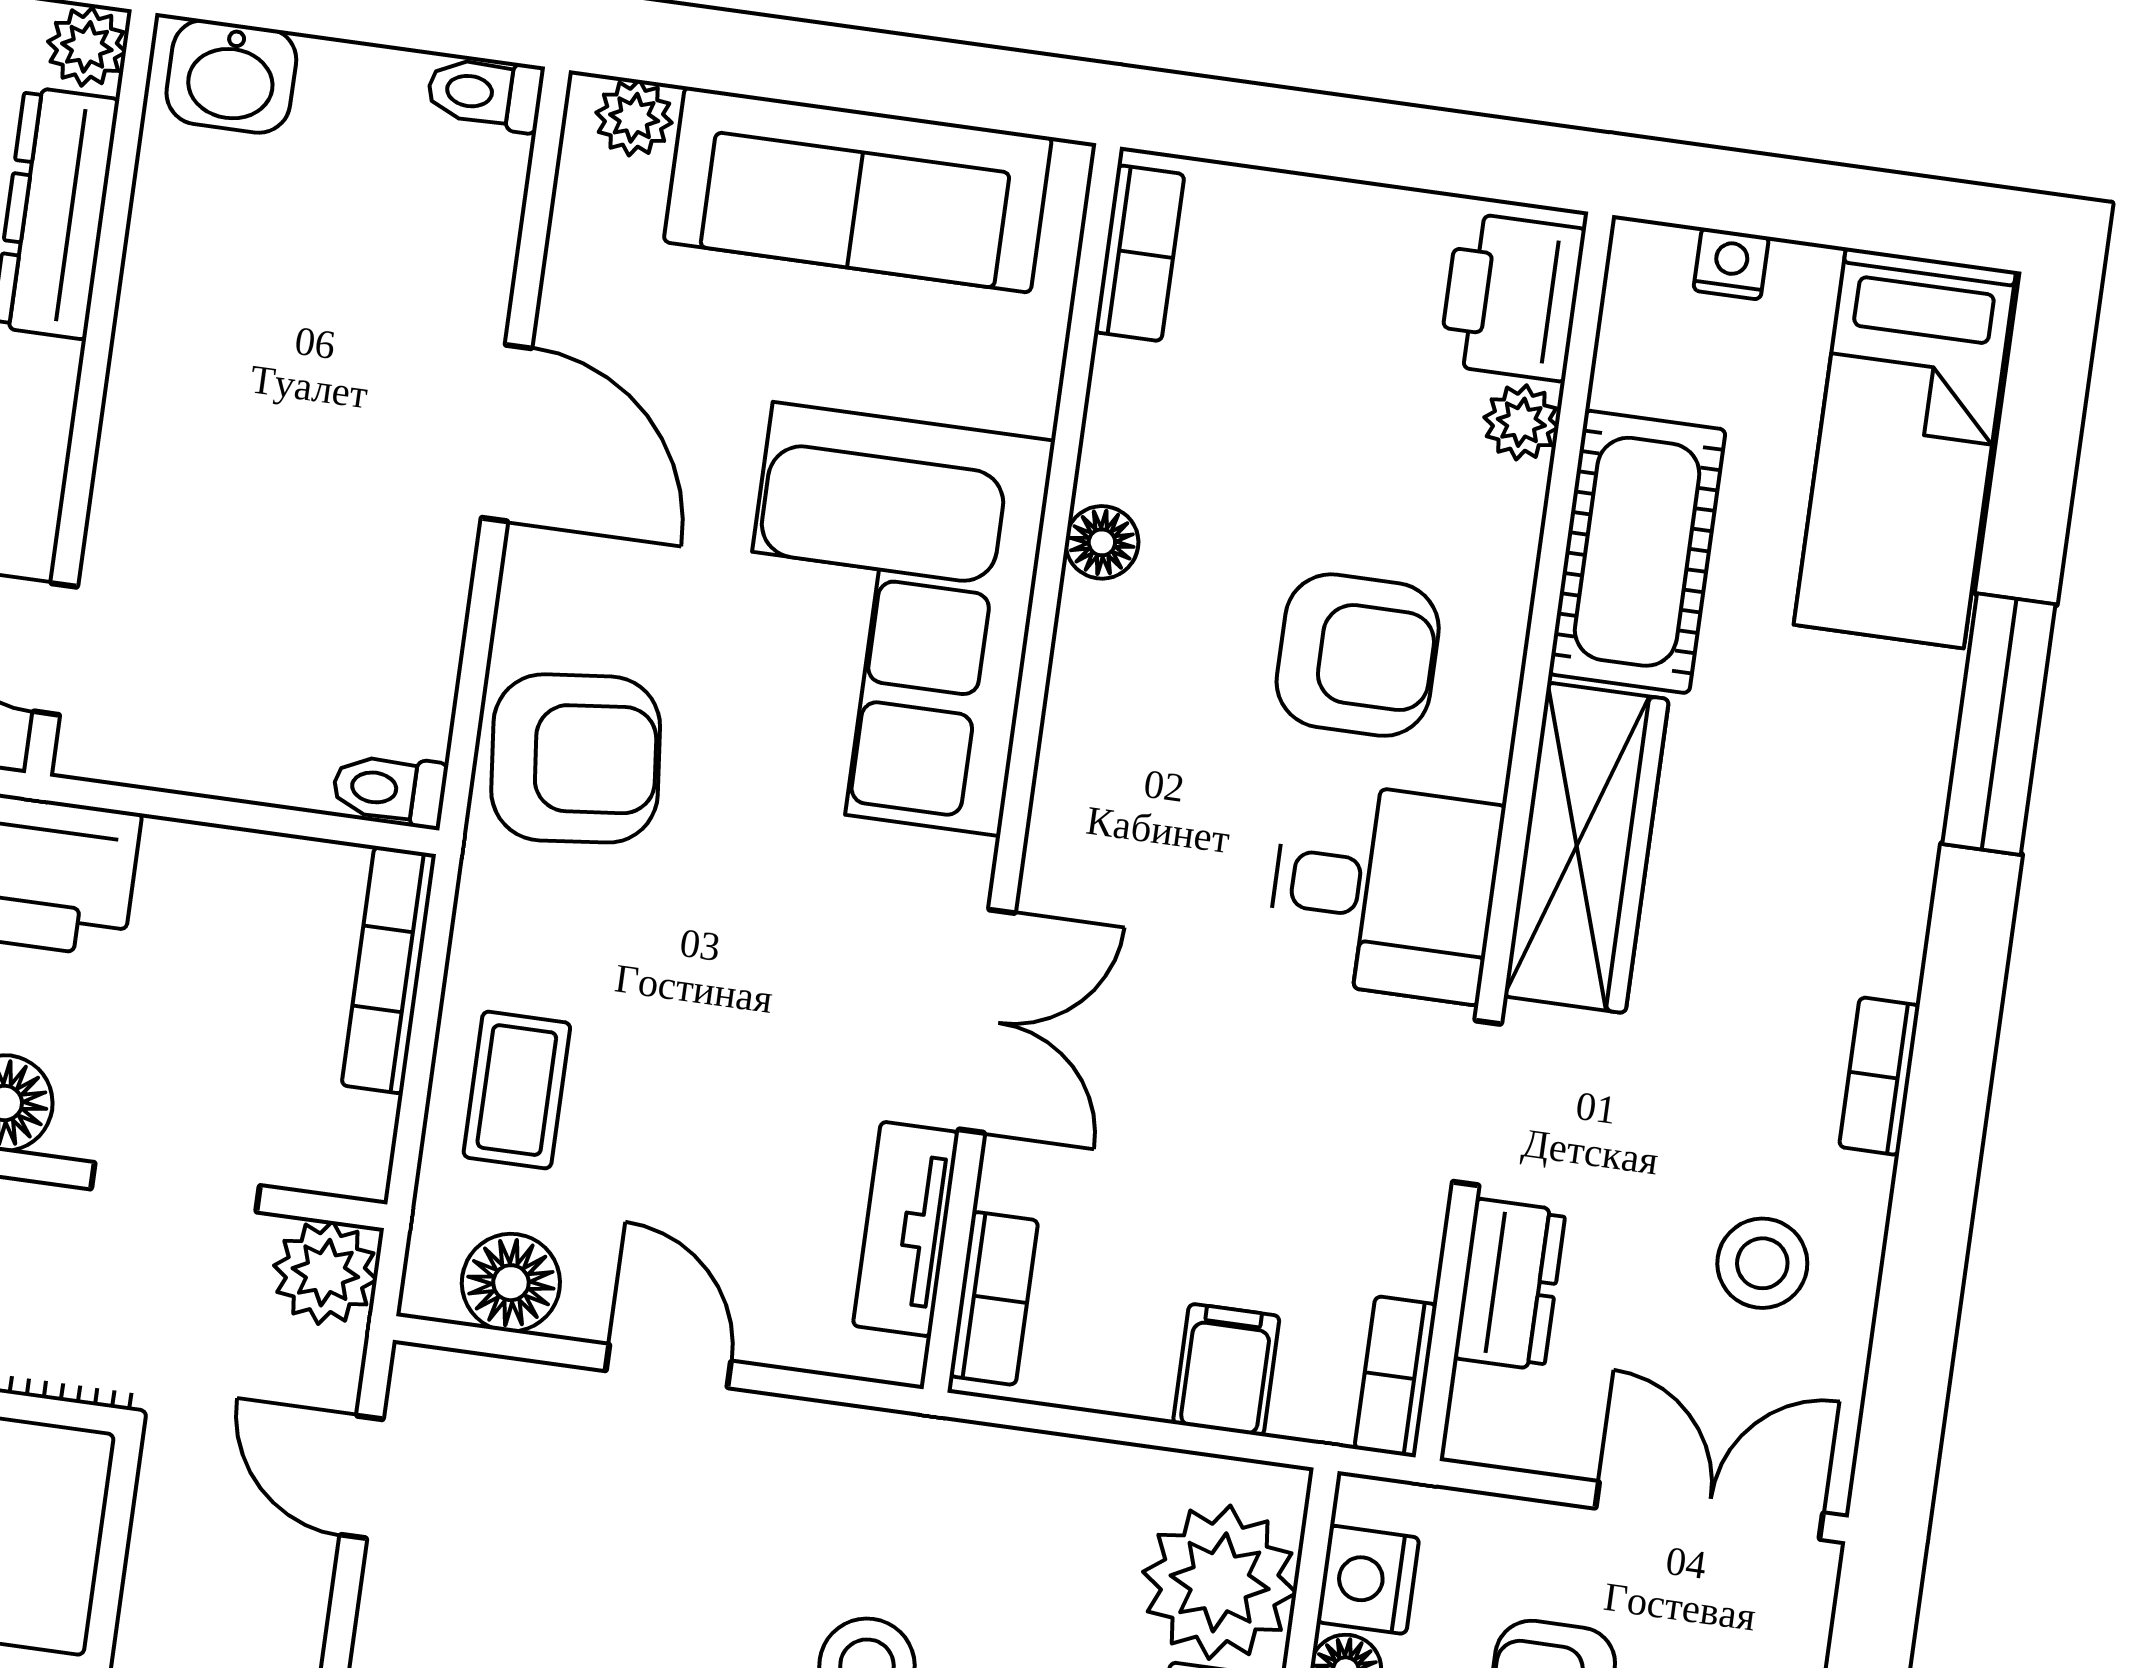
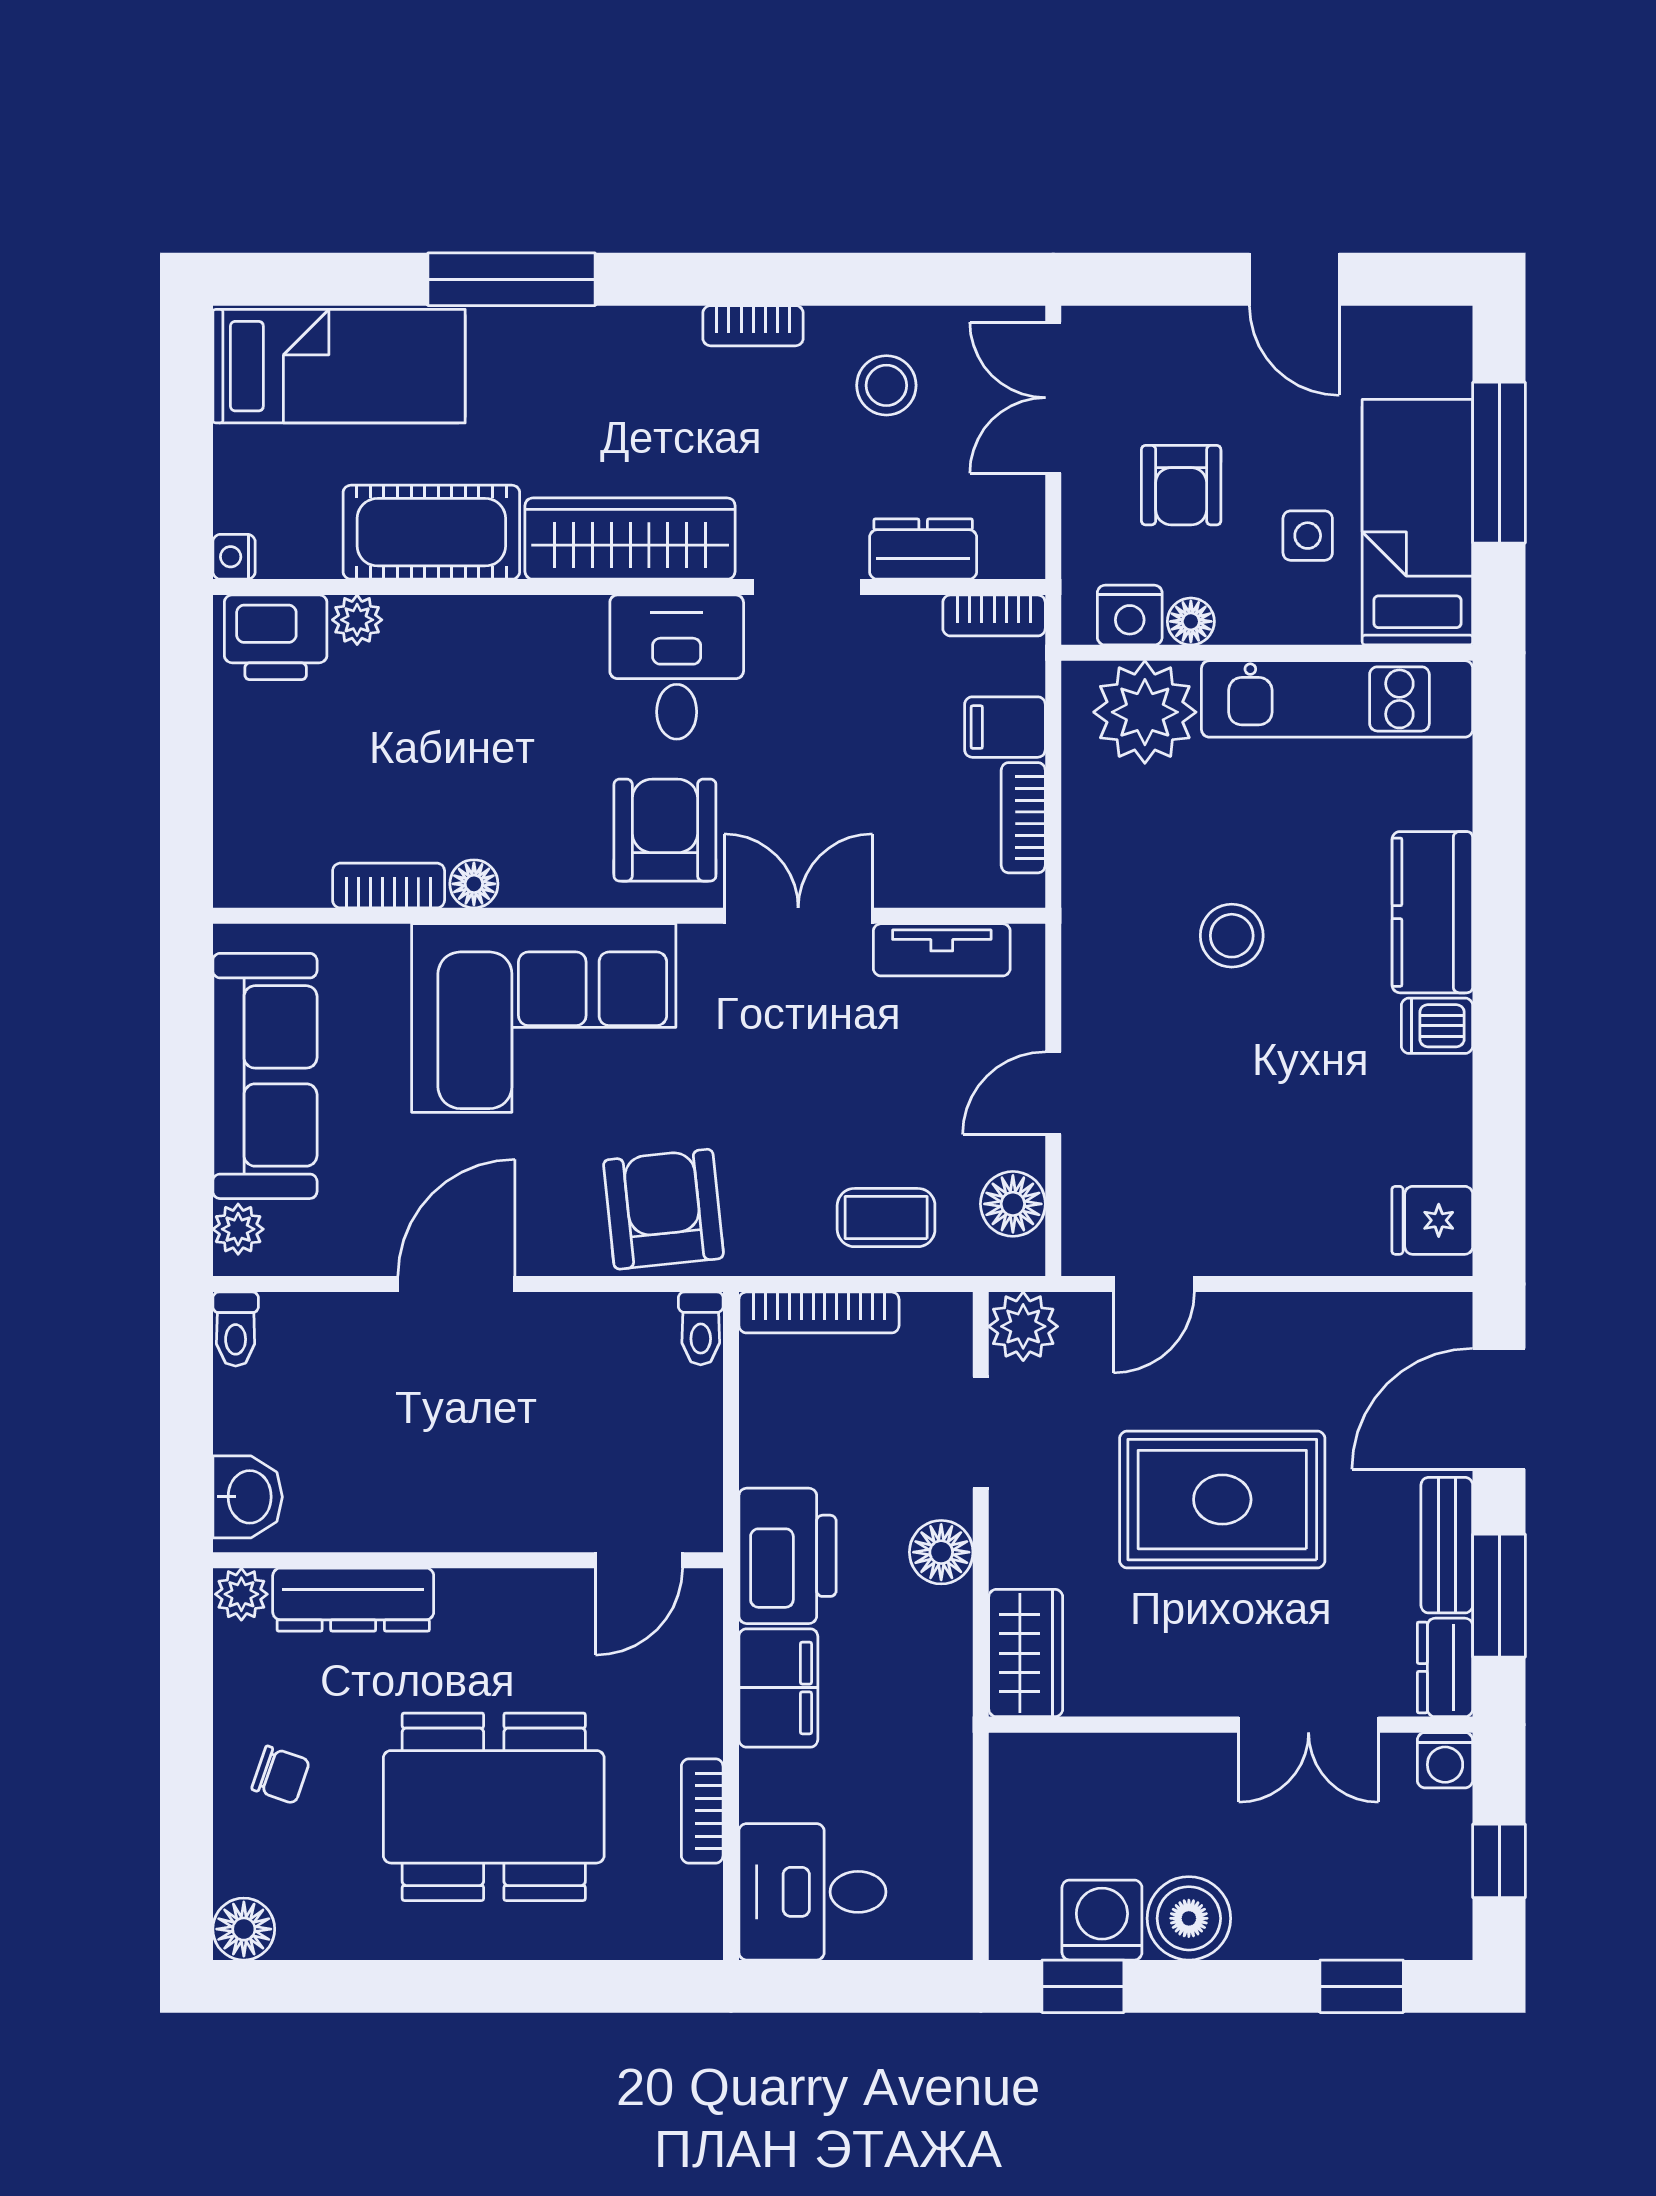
bookcase: (1139, 253) -> (389, 886), moved
nightstand: (1731, 264) -> (234, 557), moved
armchair: (1358, 655) -> (665, 830), moved
bookcase: (994, 1298) -> (1023, 818), moved, turned -90

